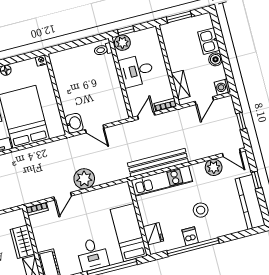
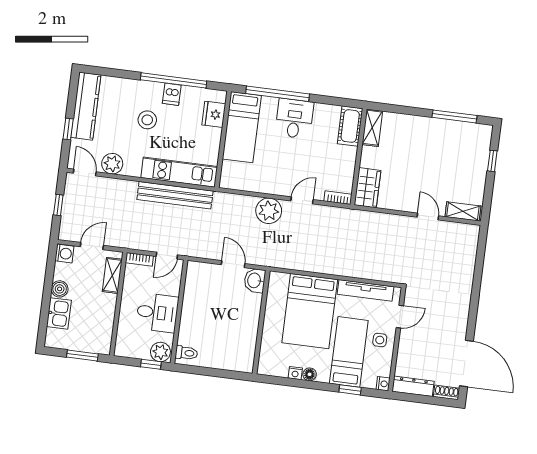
nightstand: (41, 60) -> (295, 373), moved
wardrobe: (22, 242) -> (368, 188), moved

